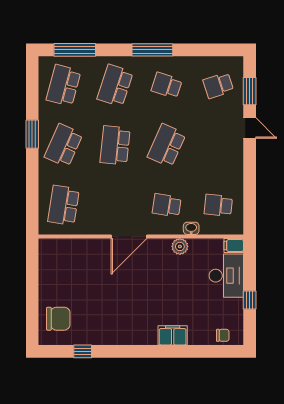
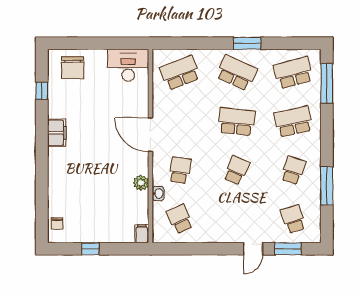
window: (152, 50) -> (327, 186), moved
school desk: (64, 85) -> (293, 73), turned -30
school desk: (115, 85) -> (293, 122), turned -30
school desk: (167, 145) -> (237, 170), width x0.54
school desk: (64, 205) -> (180, 73), turned -30
school desk: (218, 205) -> (180, 219), turned -30
desk: (226, 276) -> (128, 65), moved, turned 180
filing cabinet: (173, 335) -> (57, 133), moved

